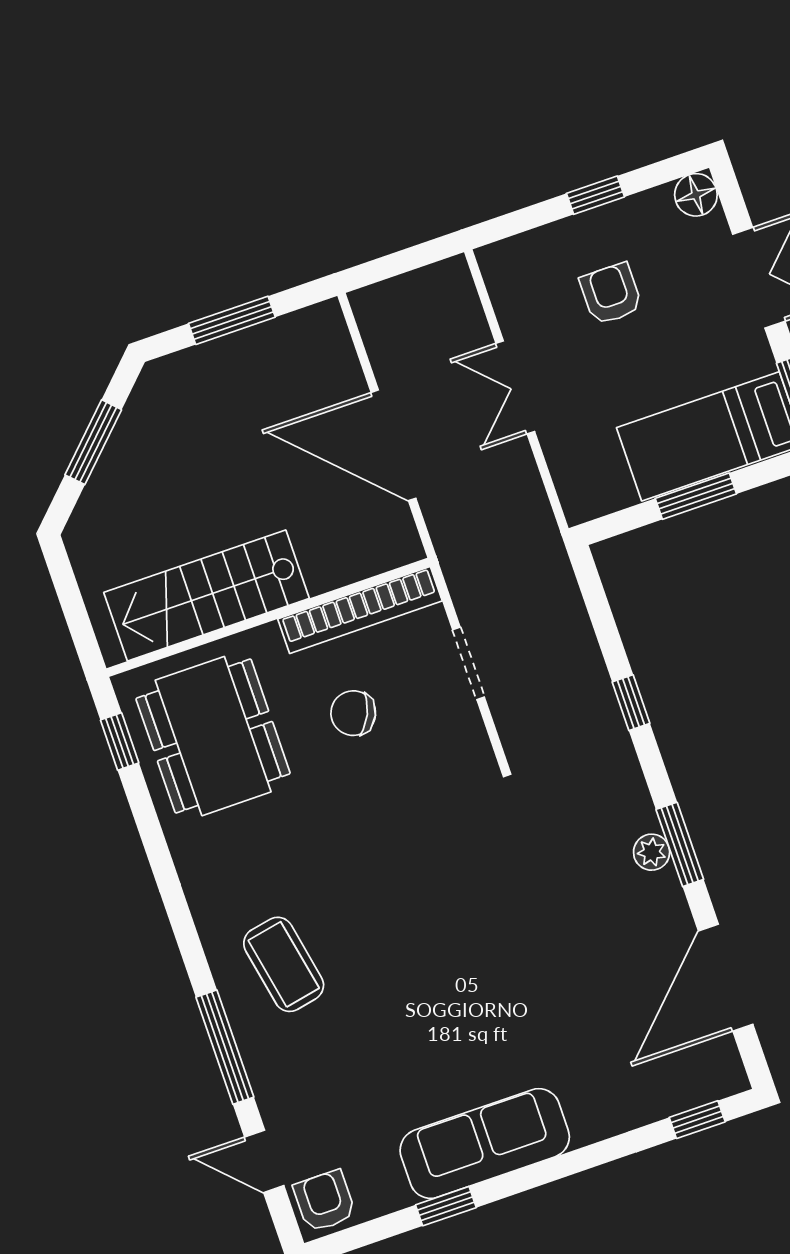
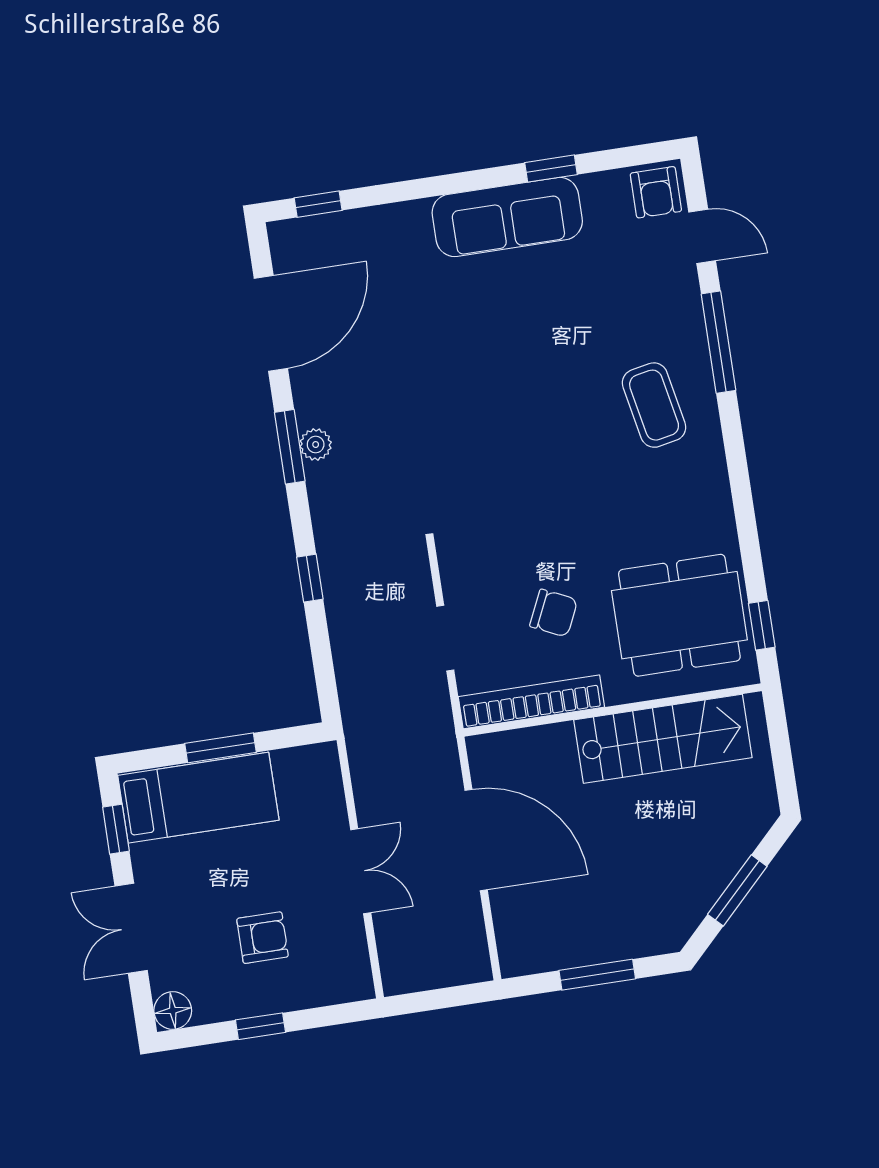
armchair: (611, 294) -> (263, 938), turned -90
dining table: (213, 736) -> (679, 615), turned 90

